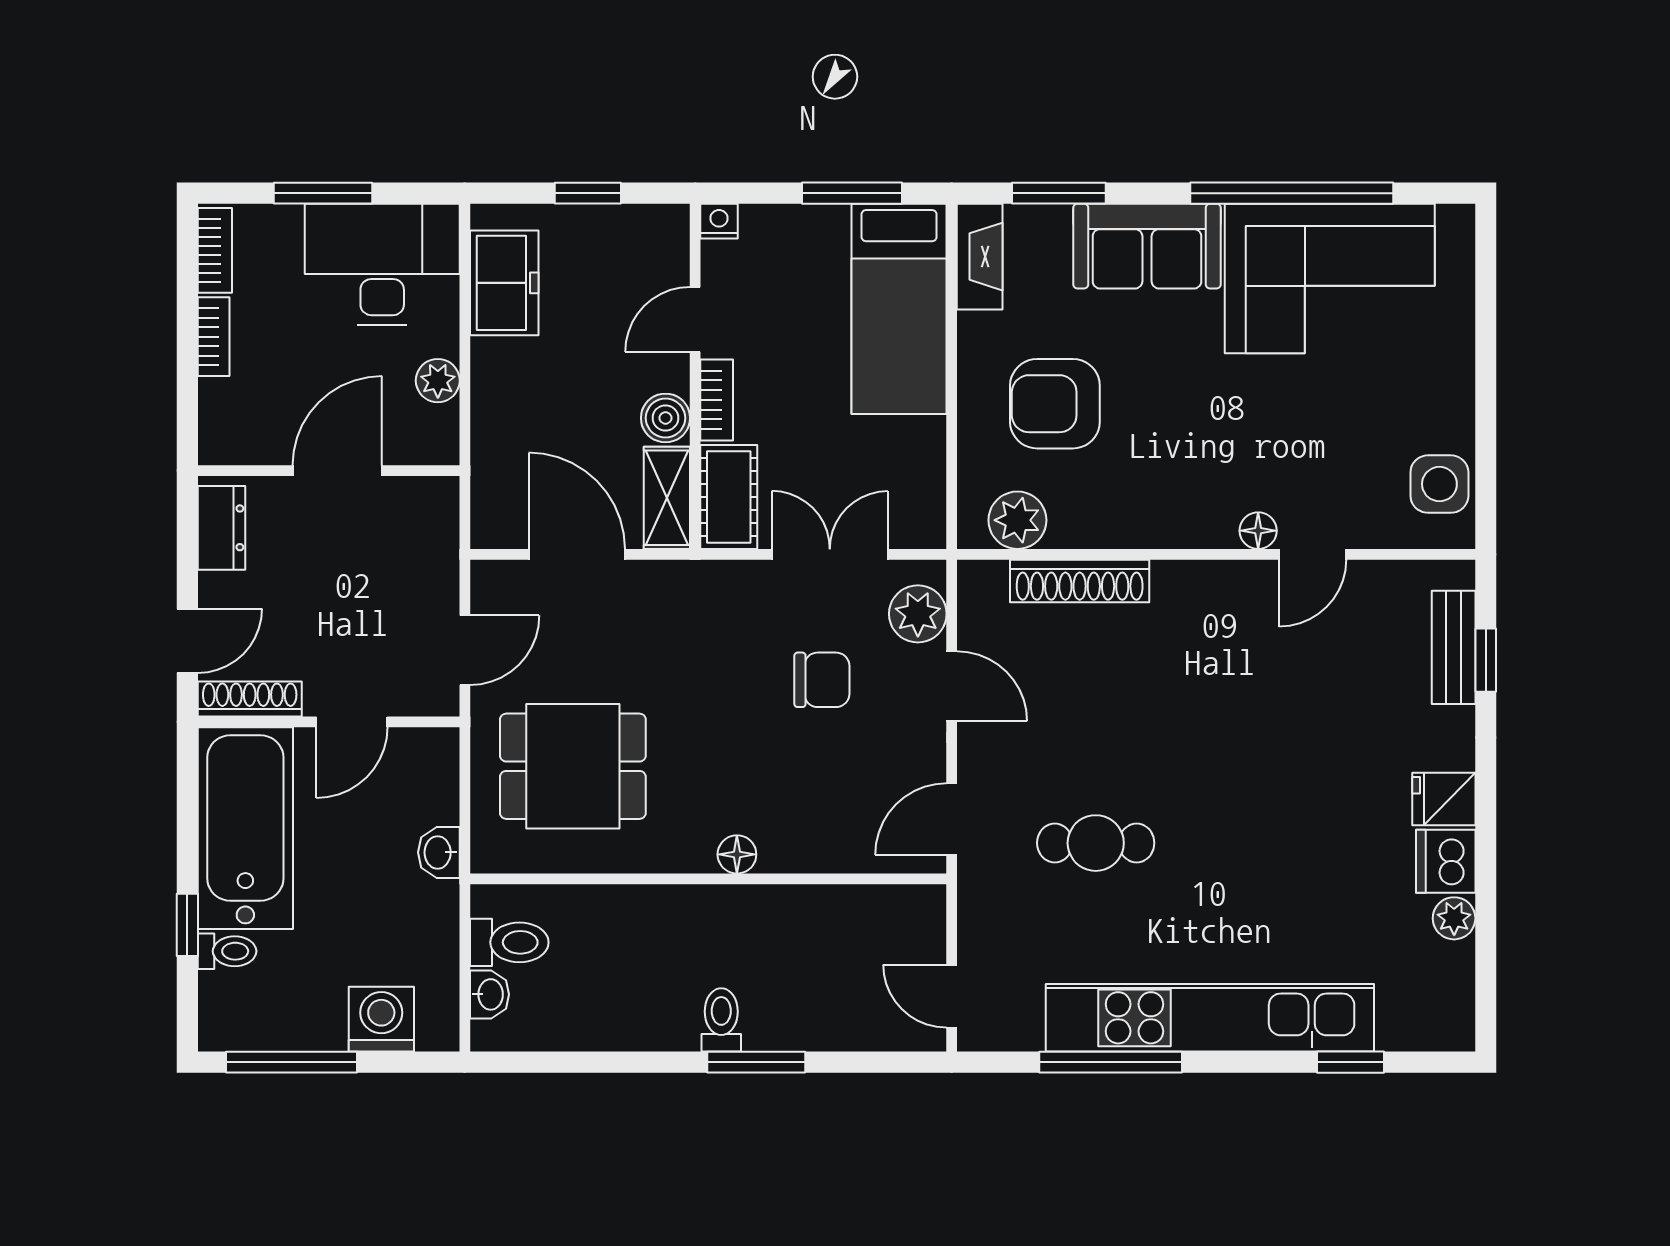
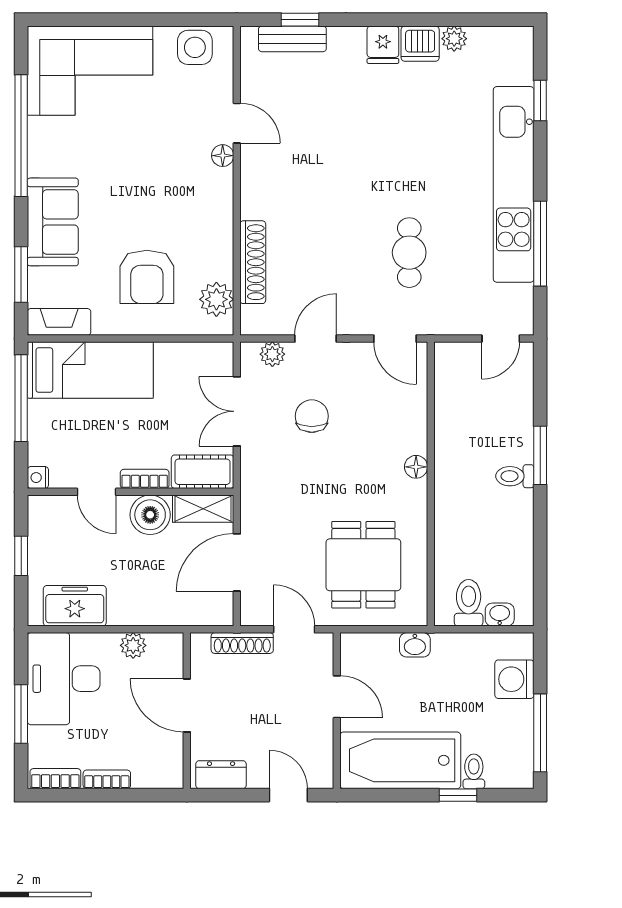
window: (852, 193) -> (21, 398), width x1.44
corner sofa: (1330, 278) -> (90, 71), moved, turned 90
boiler: (665, 418) -> (150, 515), width x1.36, depth x1.36
plant: (918, 614) -> (272, 354), width x0.73, depth x0.73
shoe rack: (250, 699) -> (242, 643), moved, turned -90

